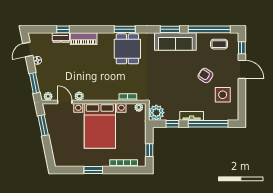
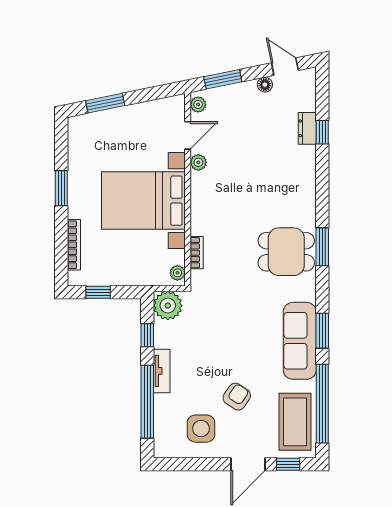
piano: (84, 39) -> (305, 171), removed
coffee table: (219, 44) -> (295, 422), width x1.86, depth x1.72
window: (43, 125) -> (105, 103), moved

